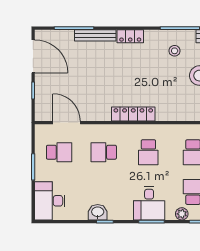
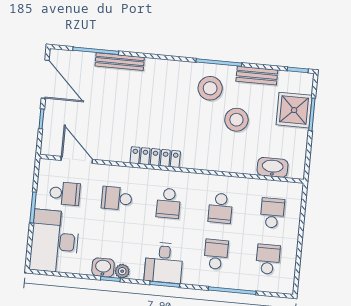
locker: (130, 36) -> (160, 66), removed
stool: (175, 51) -> (210, 88), width x1.89, depth x1.89
desk: (50, 201) -> (55, 241), width x1.36, depth x1.30
plant: (182, 214) -> (122, 271), moved

